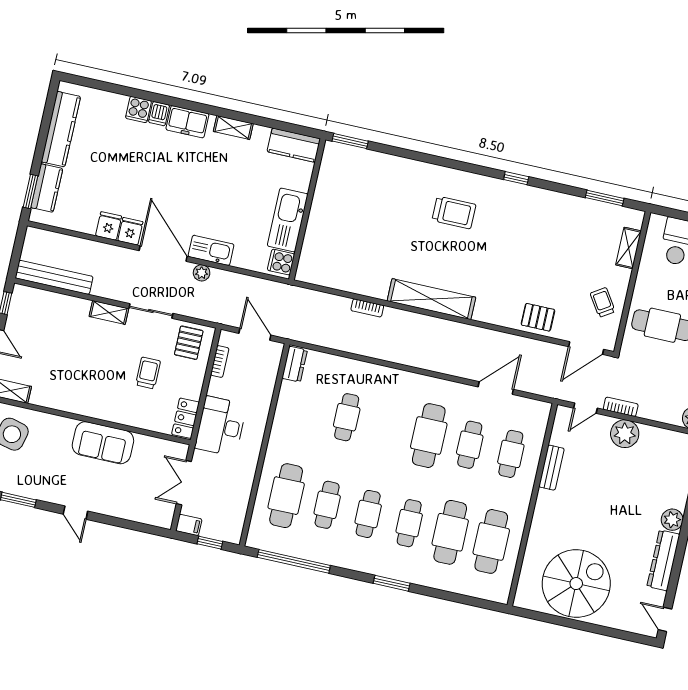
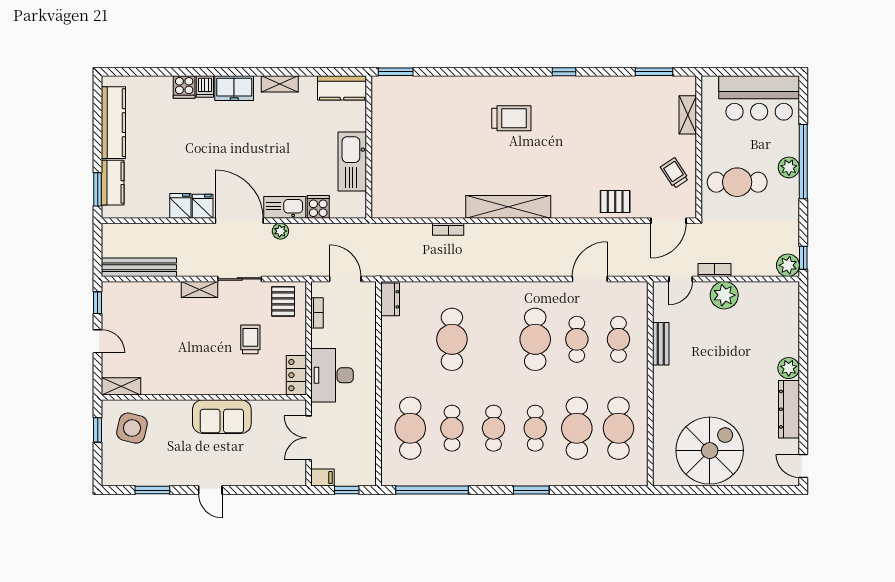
cooker: (281, 262) -> (318, 207), moved, turned 90
cafe table: (347, 417) -> (452, 339), width x1.37, depth x1.35

